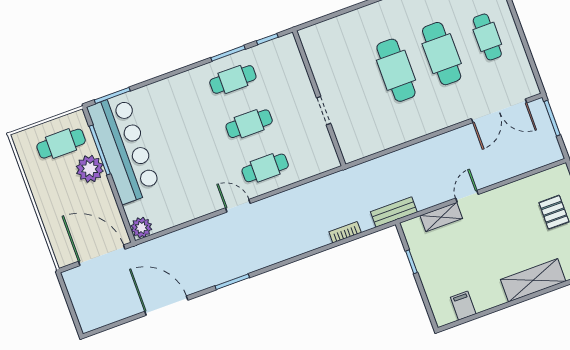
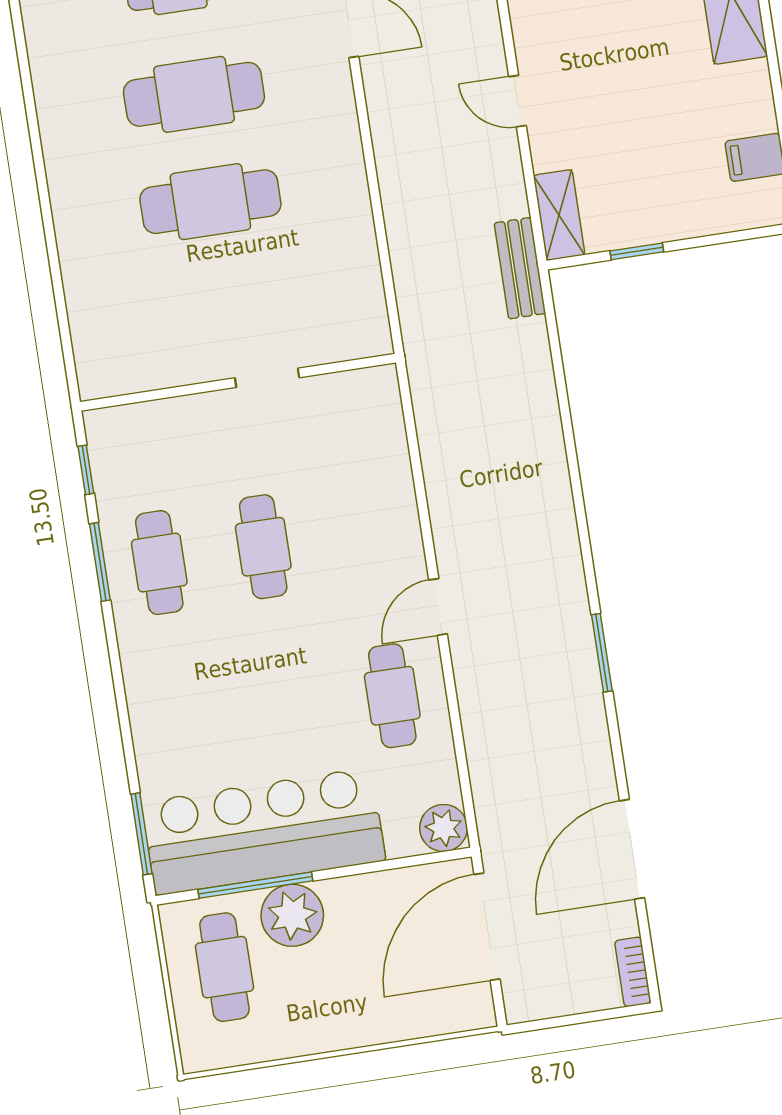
cafe table: (265, 168) -> (392, 696), moved
shelving: (441, 217) -> (559, 215), moved
bookcase: (345, 232) -> (633, 972), moved
door: (166, 306) -> (632, 849), moved

